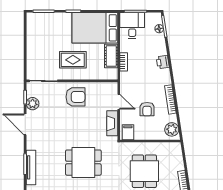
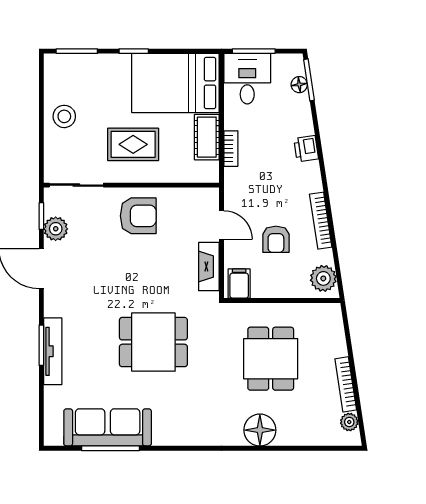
stool: (37, 45) -> (64, 116), added

